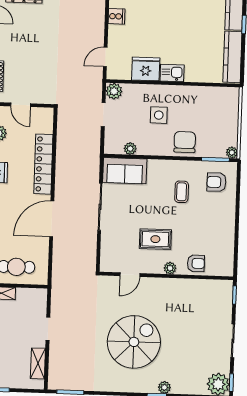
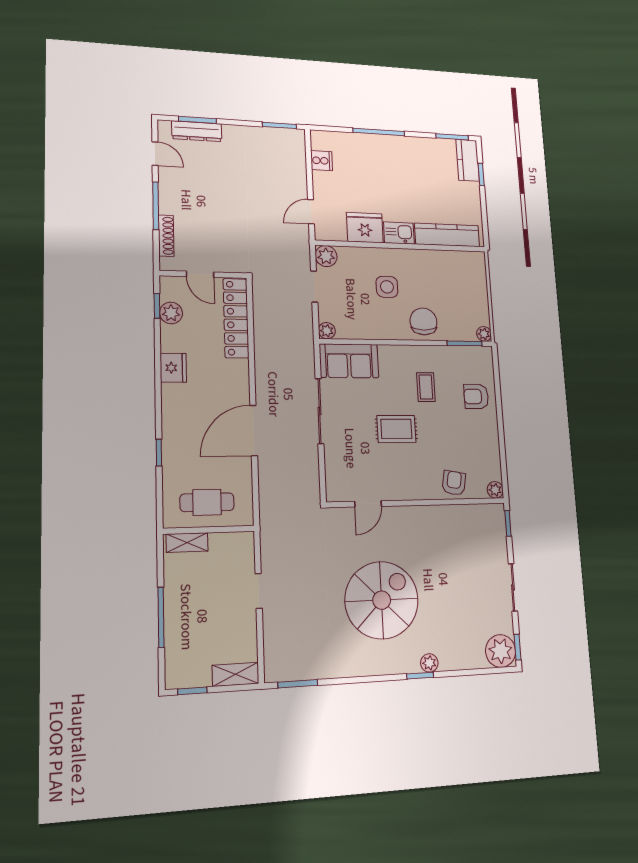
kitchen counter: (232, 57) -> (447, 235), moved, turned 90
plant: (130, 149) -> (327, 331), moved
locker: (43, 164) -> (236, 318), moved
armchair: (217, 182) -> (476, 396), moved
rug: (155, 239) -> (396, 429), moved
armchair: (196, 263) -> (454, 483), turned -80
plant: (170, 268) -> (495, 490), moved
shelving: (38, 363) -> (236, 674), moved, turned 90

